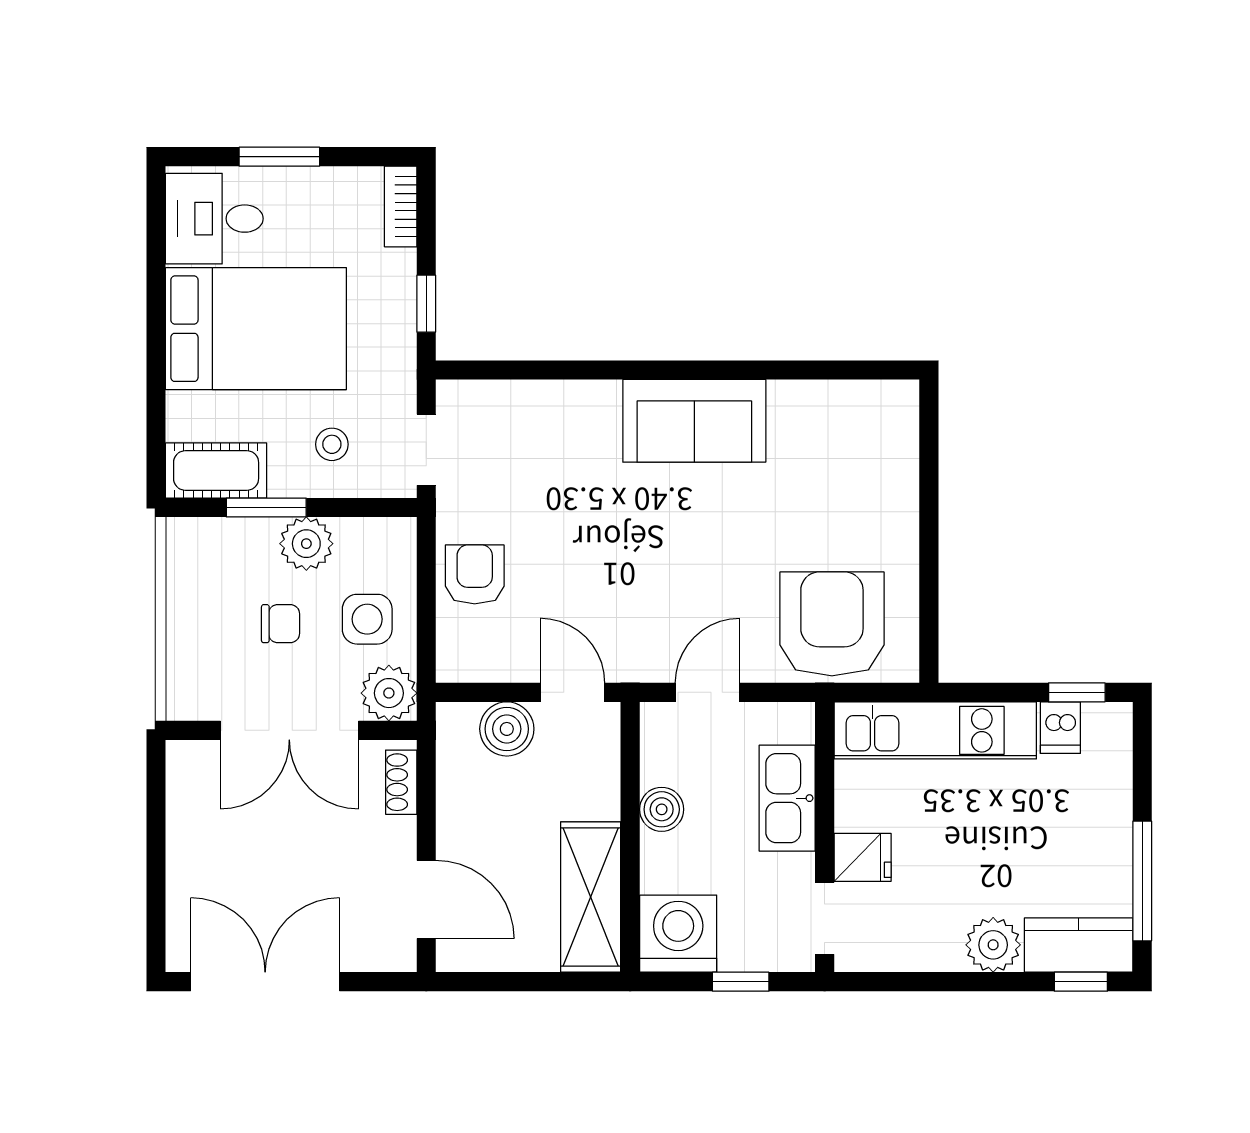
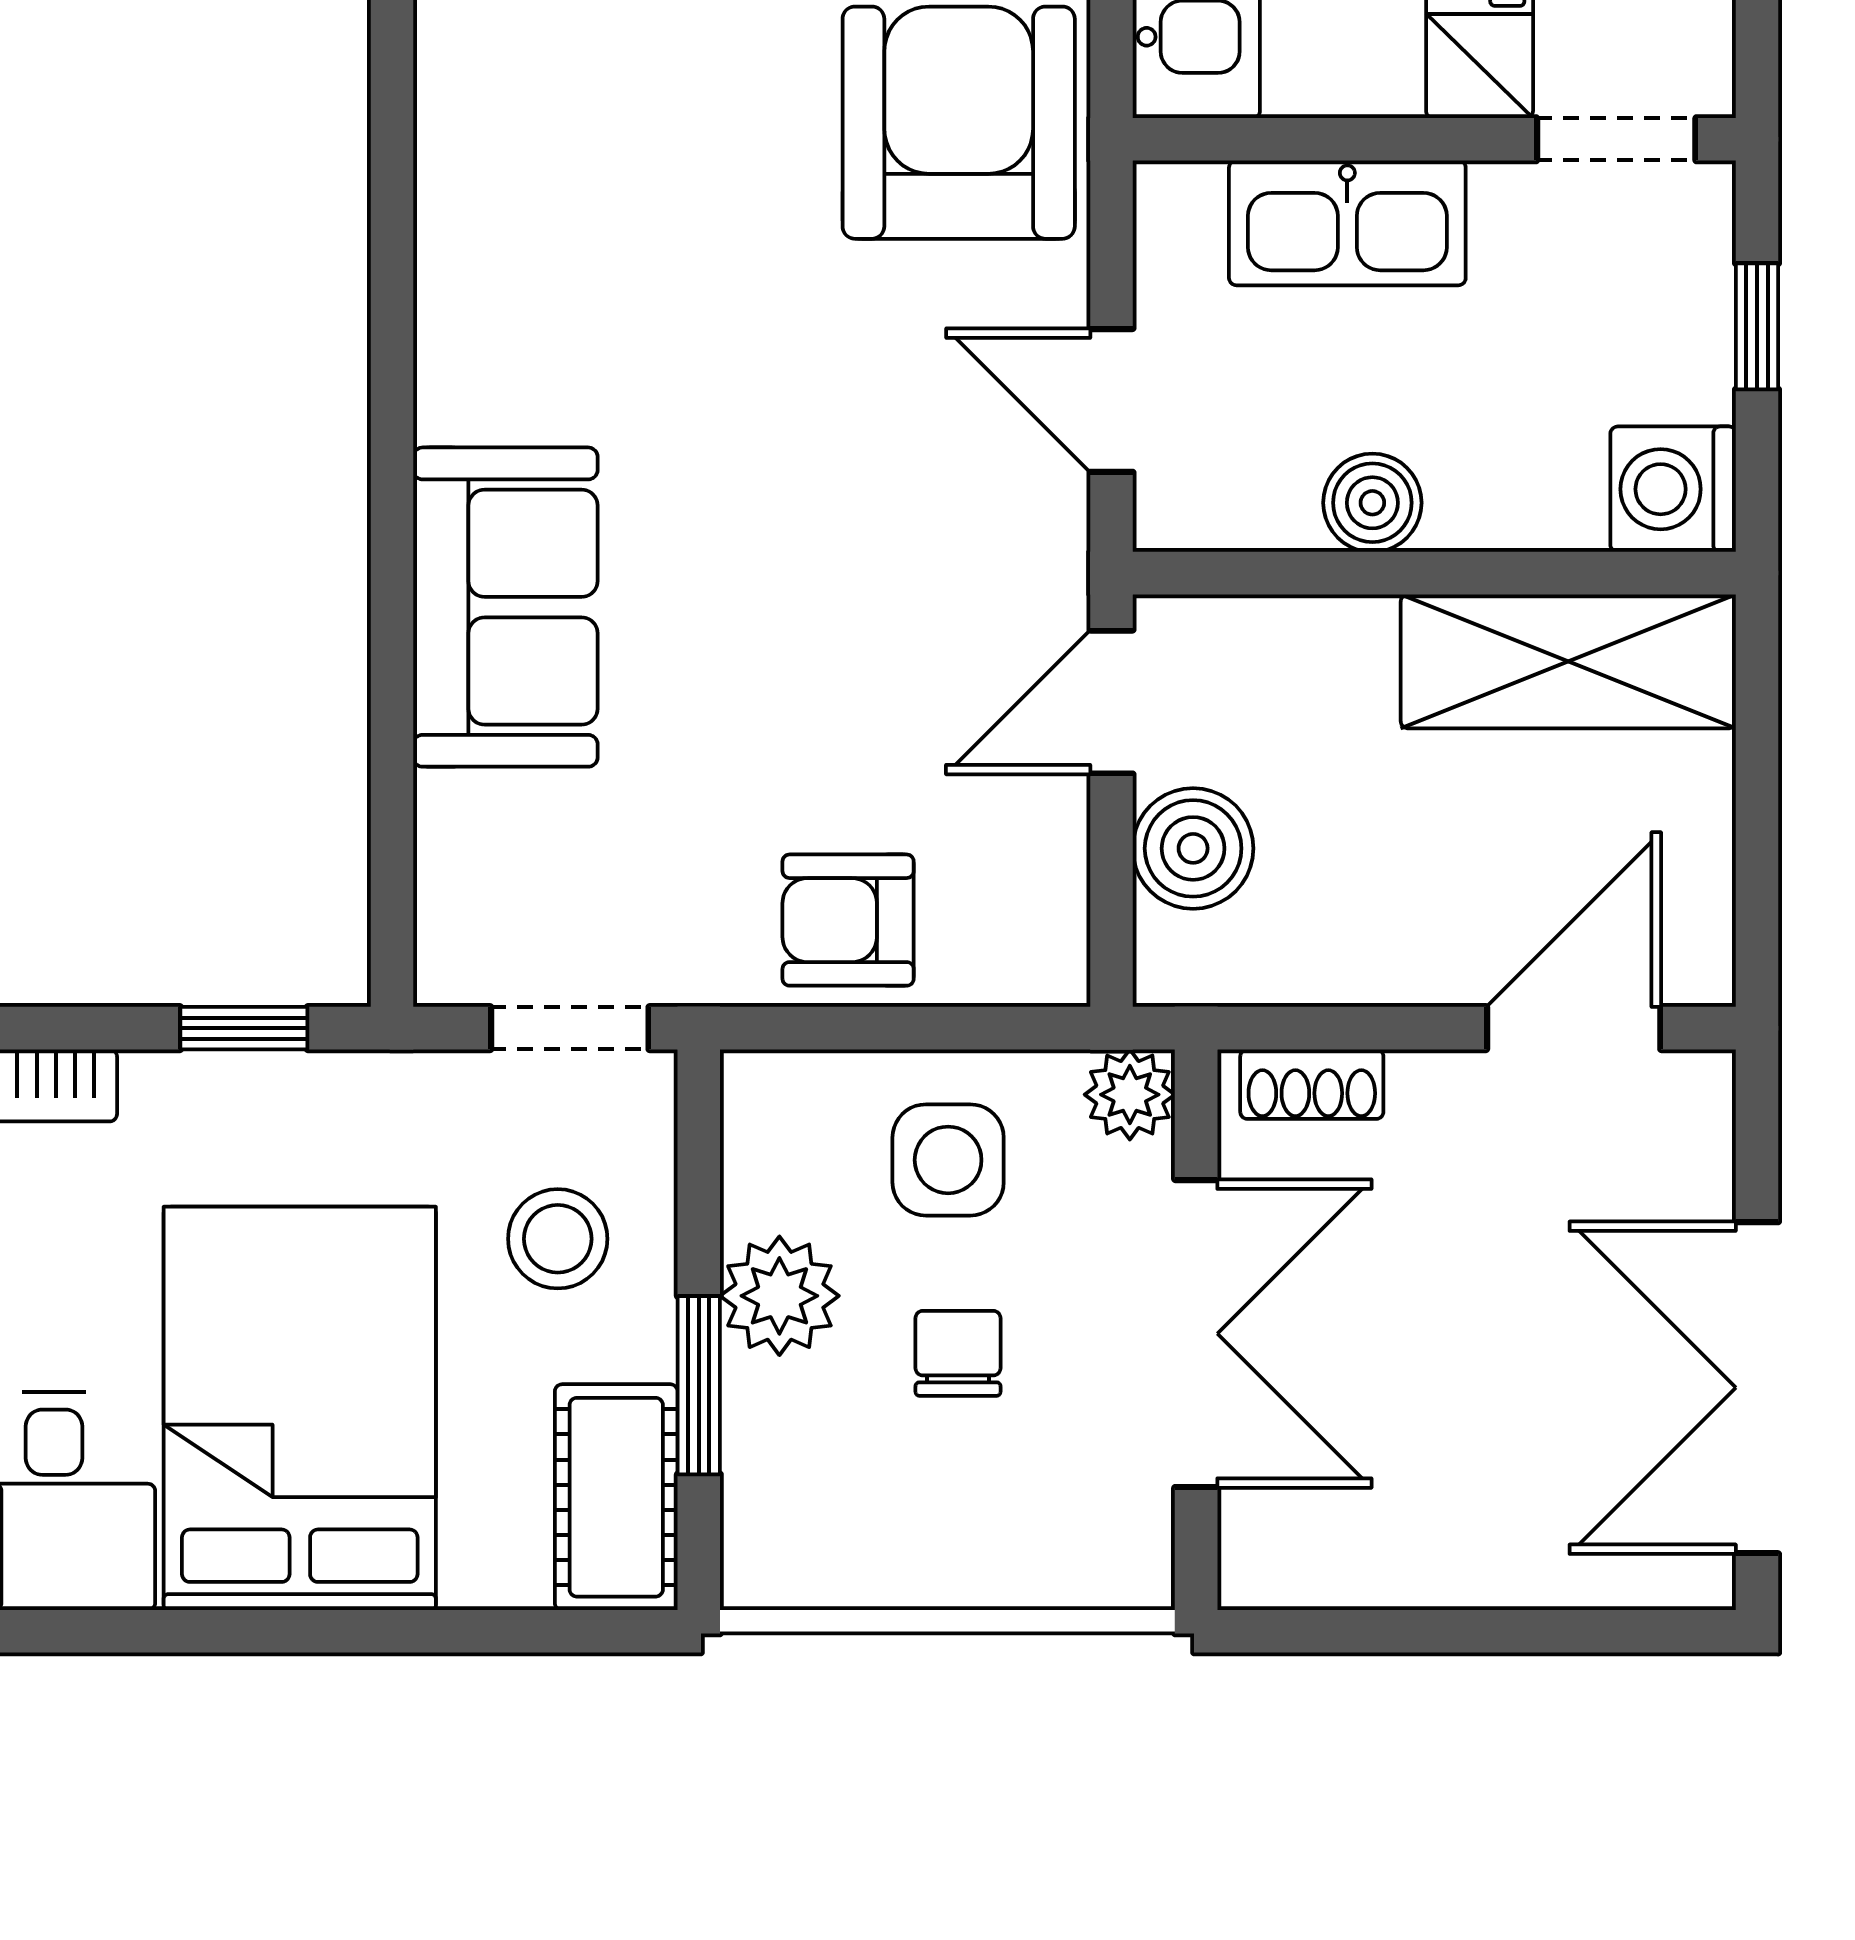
sofa: (694, 421) -> (505, 607), moved
stool: (332, 444) -> (558, 1239), width x1.37, depth x1.37
armchair: (832, 624) -> (959, 123), turned 90
plant: (389, 693) -> (1130, 1095), width x0.73, depth x0.73
washing machine: (678, 934) -> (1673, 489), width x0.73, depth x0.73

